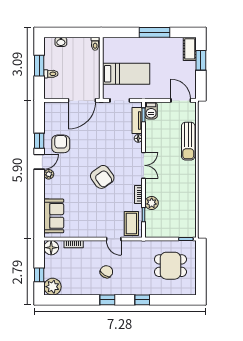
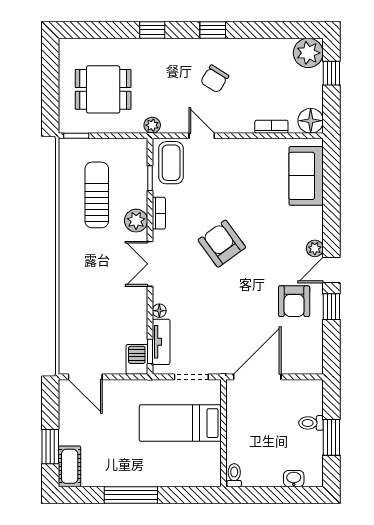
sun lounger: (188, 141) -> (97, 195), moved
plant: (152, 203) -> (136, 221), moved
plant: (142, 245) -> (152, 125), added

